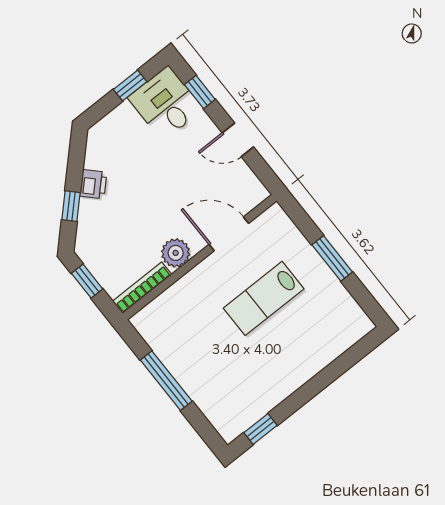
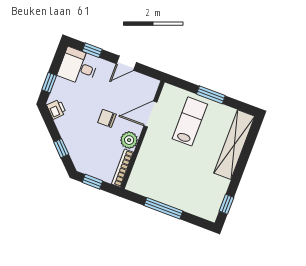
window: (130, 86) -> (49, 83), moved
printer: (93, 184) -> (56, 109), moved
chair: (163, 203) -> (107, 118), added
lab bench: (264, 298) -> (190, 121), moved, turned 180
shelving: (323, 350) -> (234, 145), added

